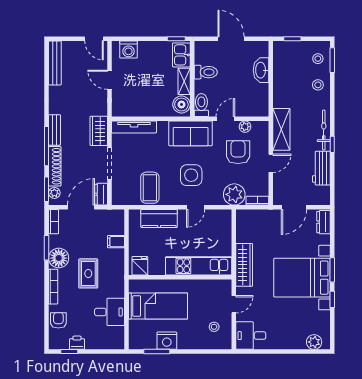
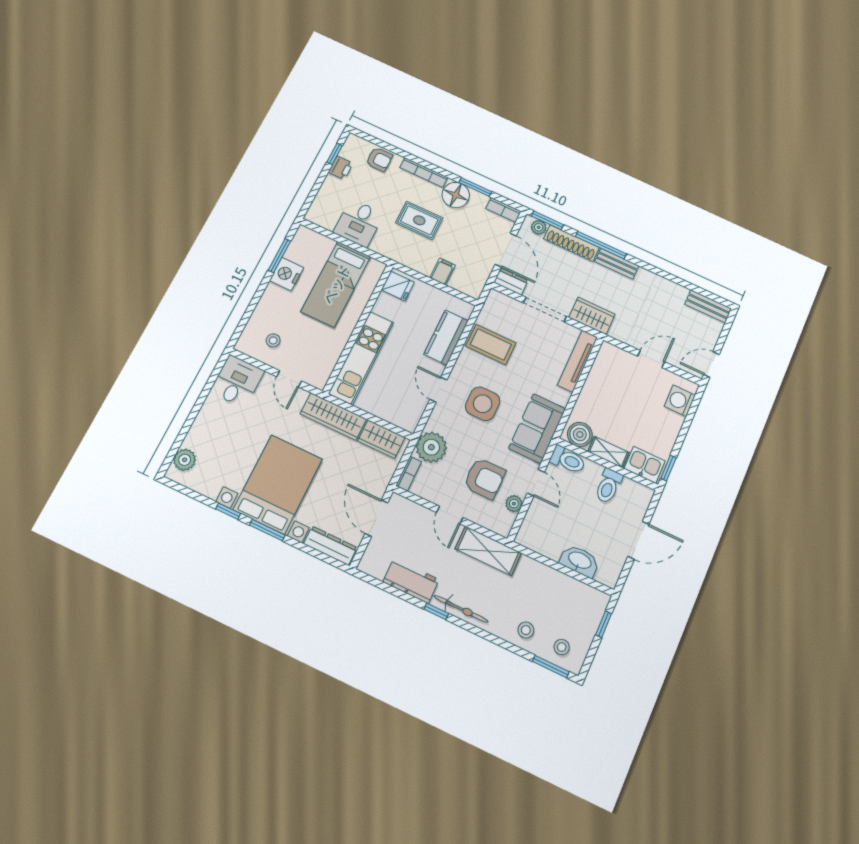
bench: (55, 63) -> (708, 306), width x0.73
dresser: (324, 222) -> (330, 546), width x1.44
wardrobe: (244, 228) -> (381, 439), added

